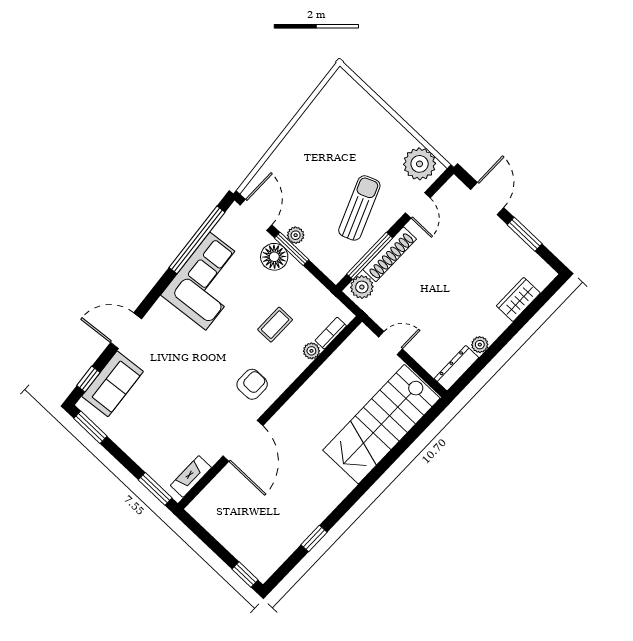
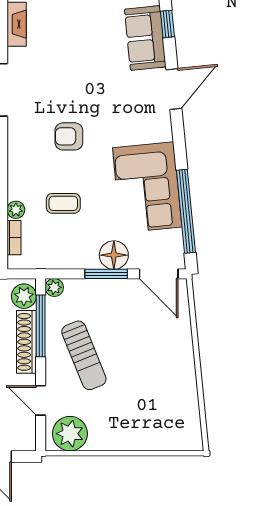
plant: (296, 235) -> (54, 287), moved
coffee table: (275, 325) -> (63, 203), turned 90
armchair: (252, 384) -> (69, 136), moved, turned 90

